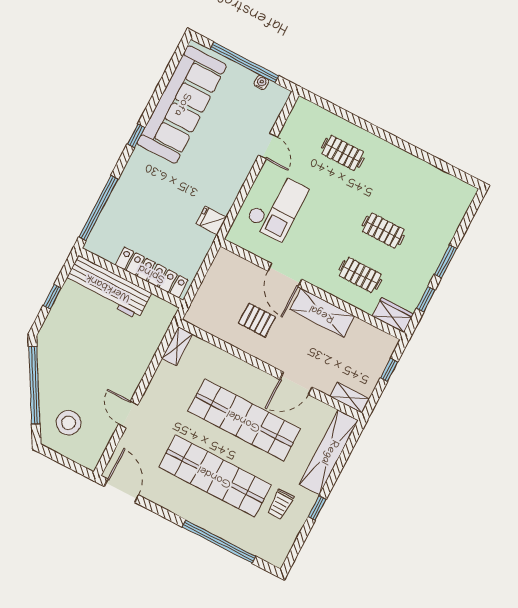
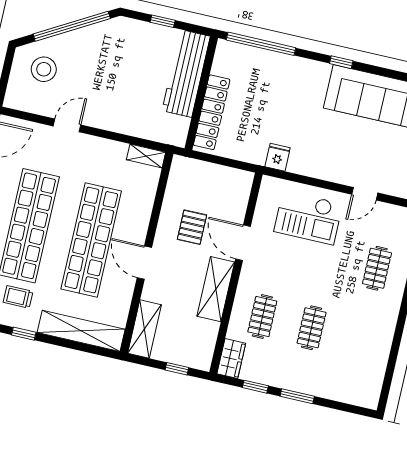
door: (285, 275) -> (243, 243), hinge flipped
door: (296, 383) -> (144, 263), moved
shelving: (350, 398) -> (145, 329), width x1.50, depth x1.33

